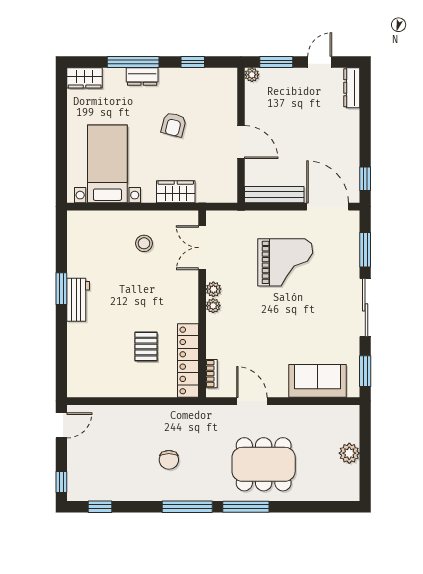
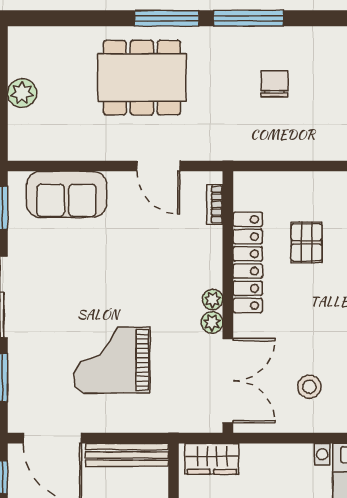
wardrobe: (176, 192) -> (212, 459), moved
double door: (202, 248) -> (228, 381), width x1.37
locker: (188, 360) -> (248, 262), moved

